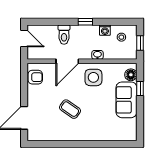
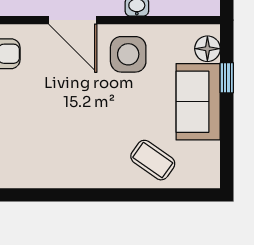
door: (67, 61) -> (73, 20), hinge flipped
coffee table: (70, 109) -> (153, 160), moved

